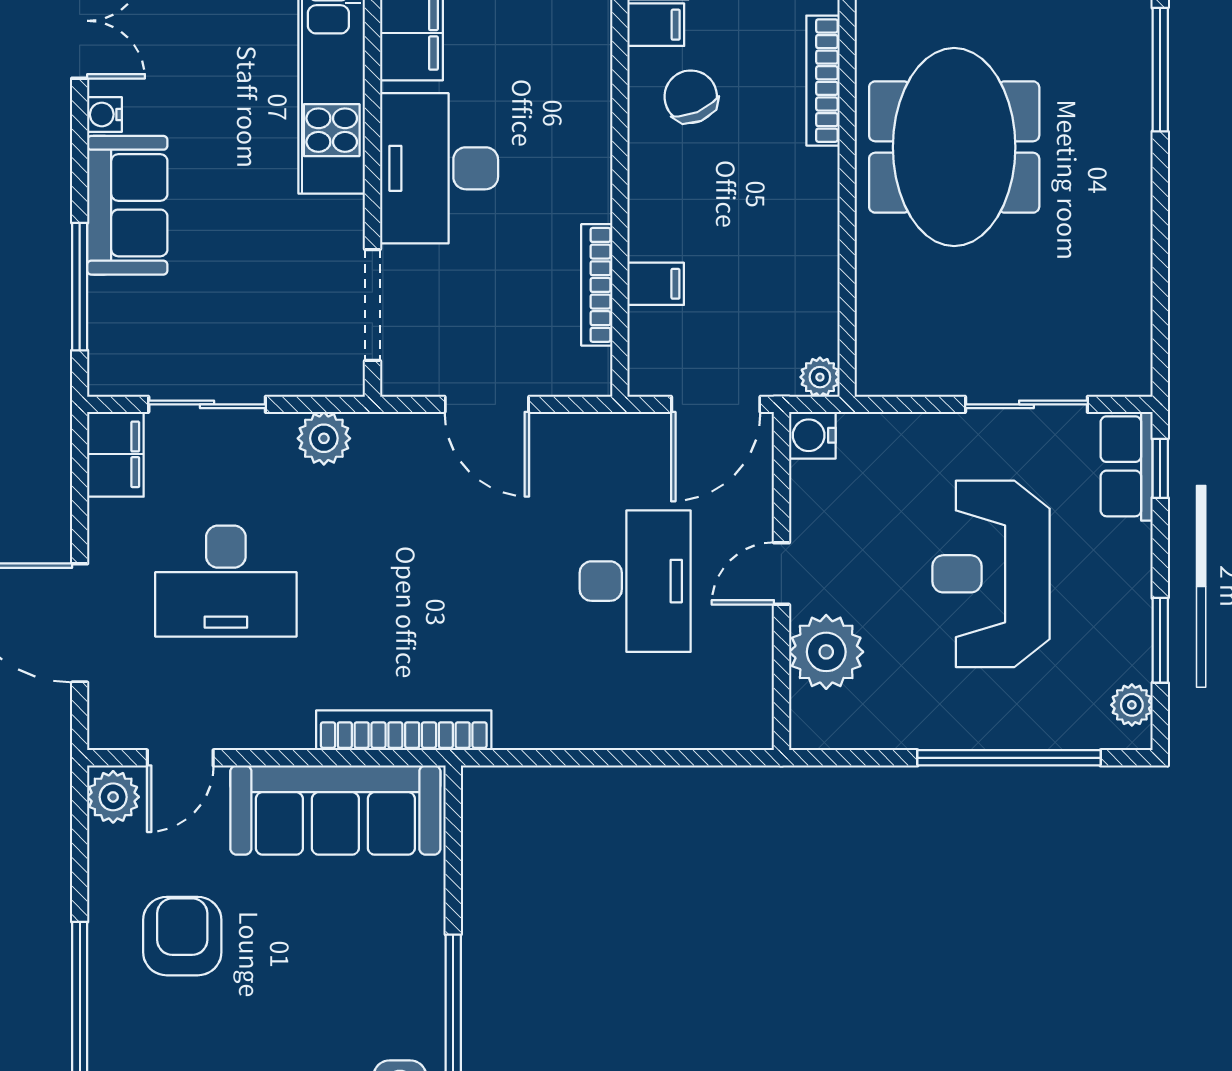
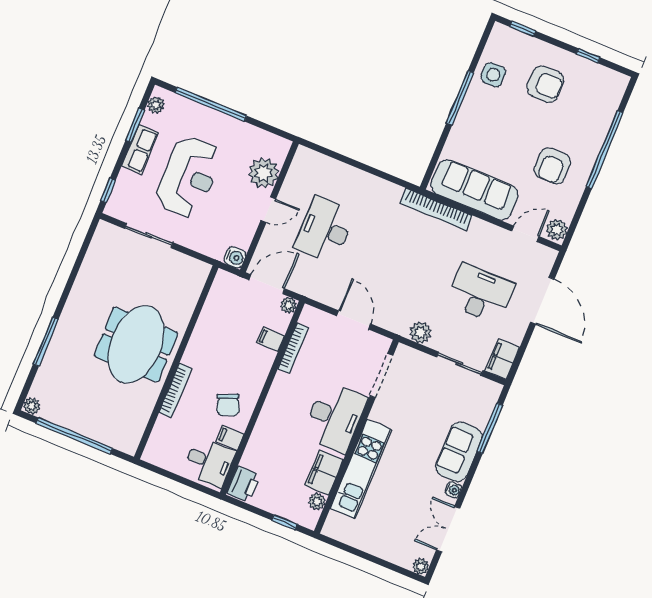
plant: (820, 377) -> (289, 305), moved
row of seats: (1127, 466) -> (140, 149), moved

